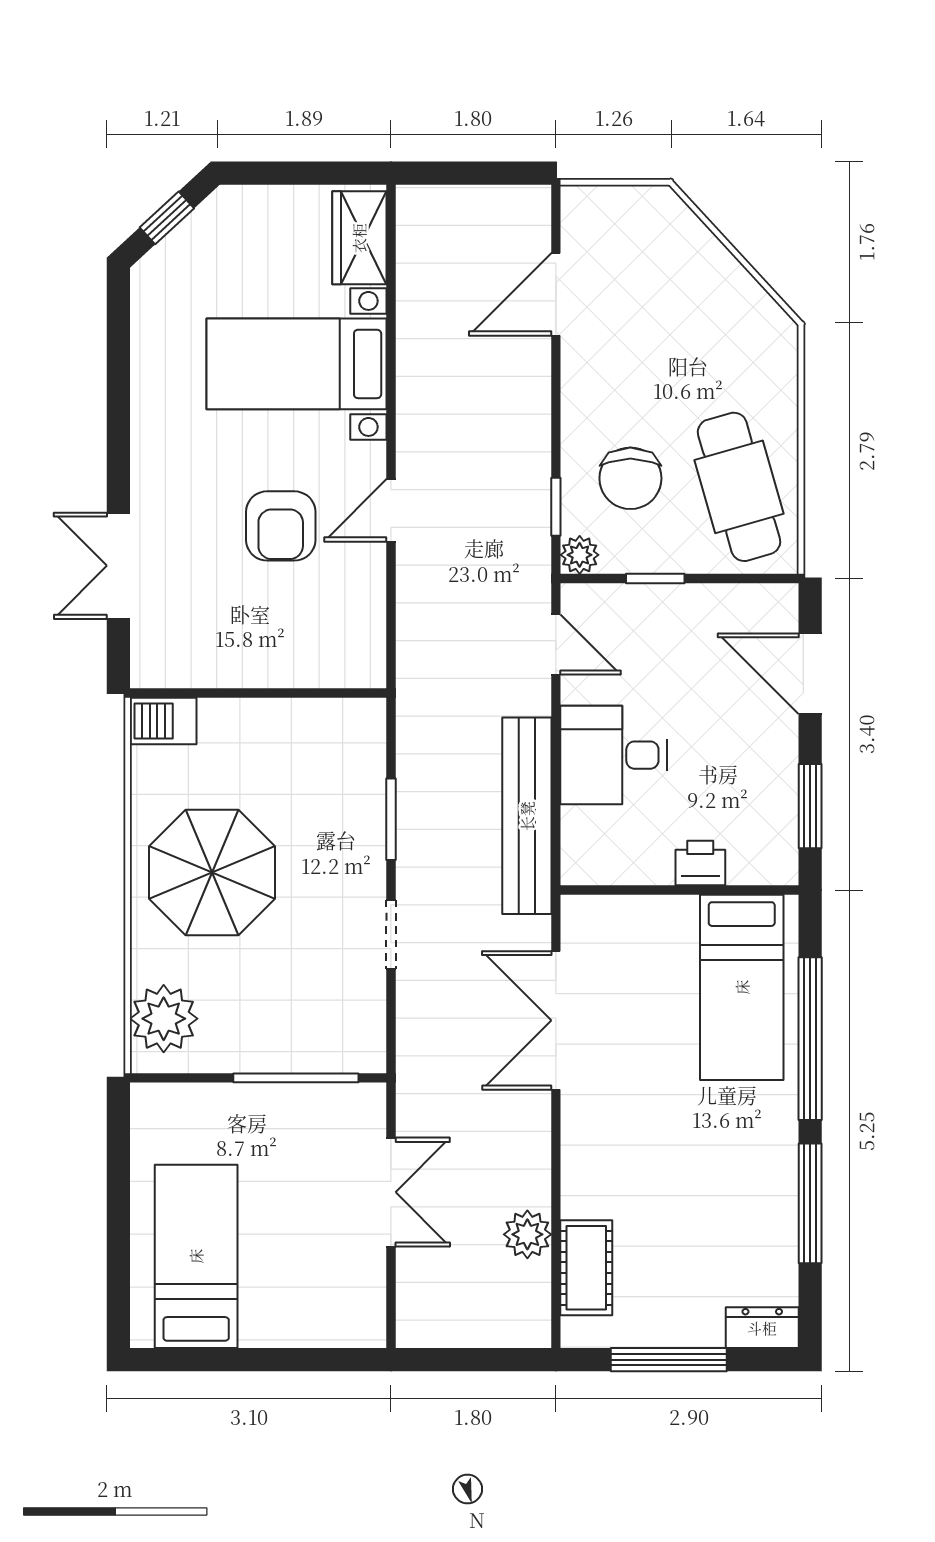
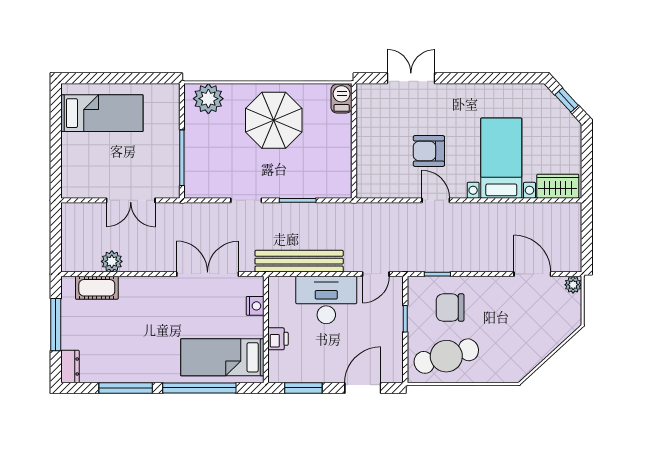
plant: (580, 555) -> (573, 285), moved
desk: (614, 755) -> (326, 300), width x1.37
nightstand: (627, 914) -> (255, 306), added

